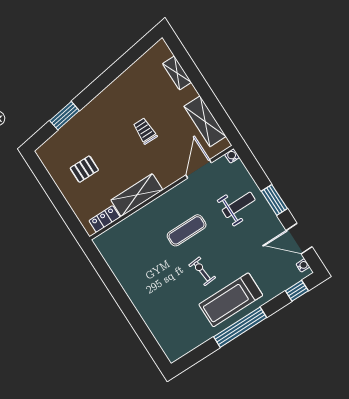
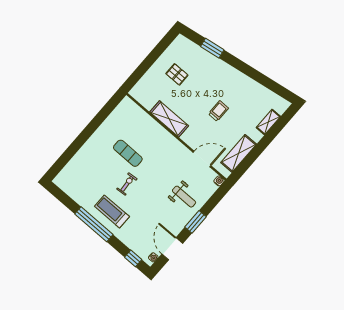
locker: (104, 219) -> (144, 100), removed
exercise mat: (187, 230) -> (128, 153), moved
treadmill: (231, 300) -> (112, 211), width x0.73, depth x0.73

